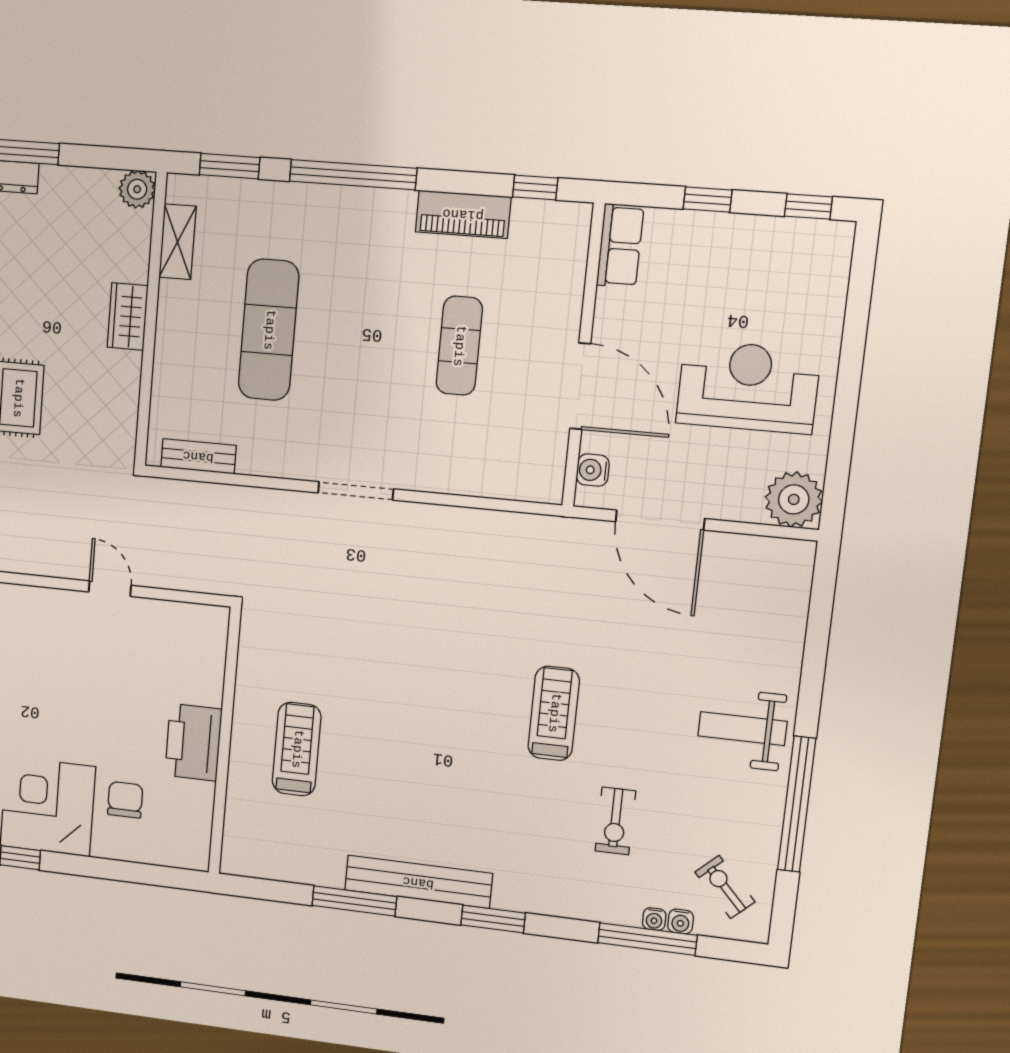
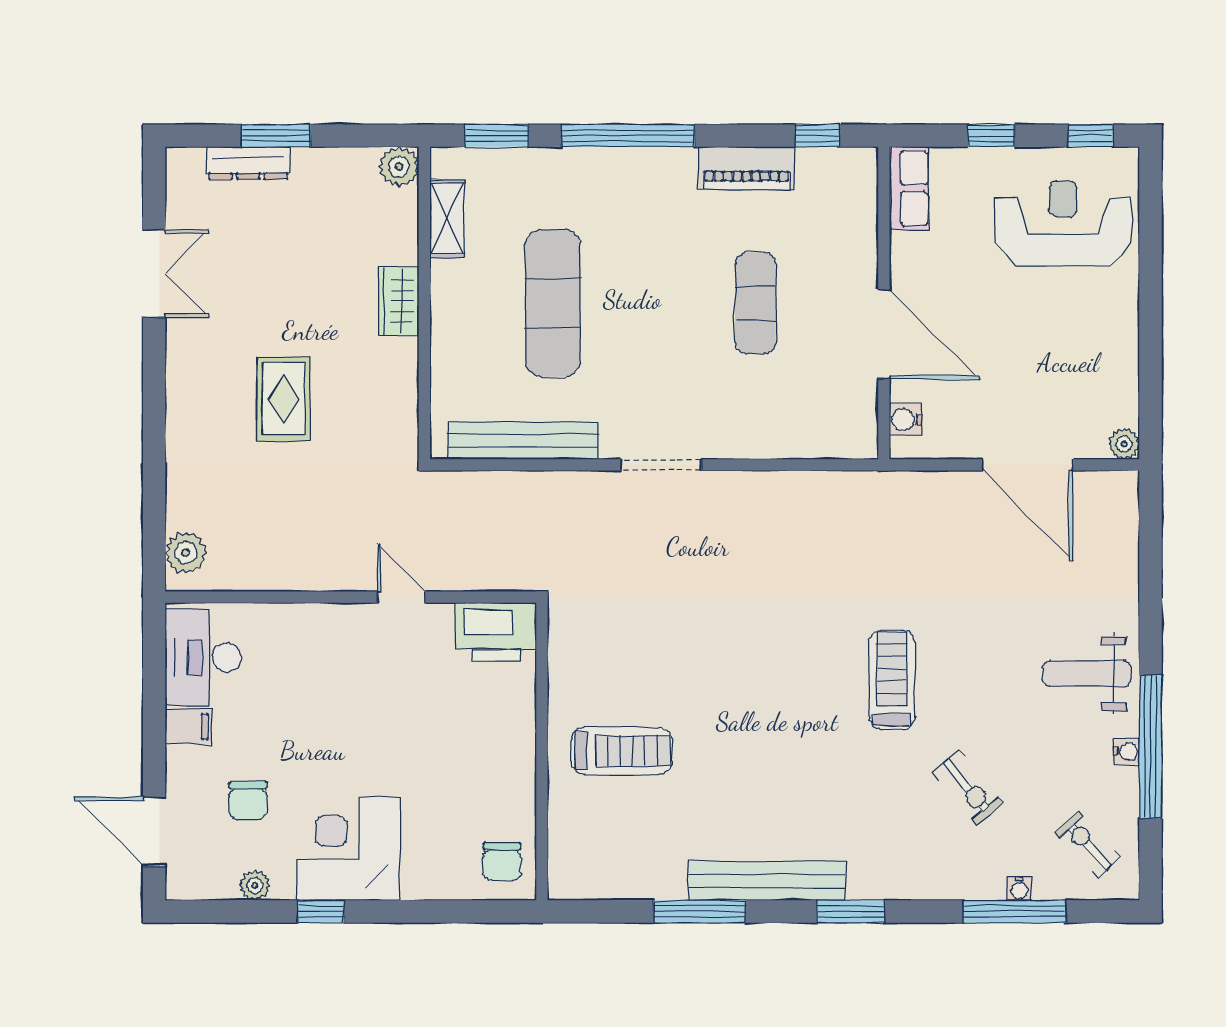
reception desk: (748, 387) -> (1063, 224), moved
bench: (198, 456) -> (523, 441), width x1.86, depth x1.21
plant: (794, 499) -> (1124, 444), width x0.53, depth x0.53
door: (660, 520) -> (1027, 465), moved
printer: (193, 742) -> (496, 632), moved, turned -90
treadmill: (297, 749) -> (622, 751), turned 90
chair: (125, 800) -> (502, 861), moved, turned 180
exercise bike: (615, 821) -> (968, 788), turned -40
water cooler: (681, 921) -> (1127, 751), moved, turned -90

